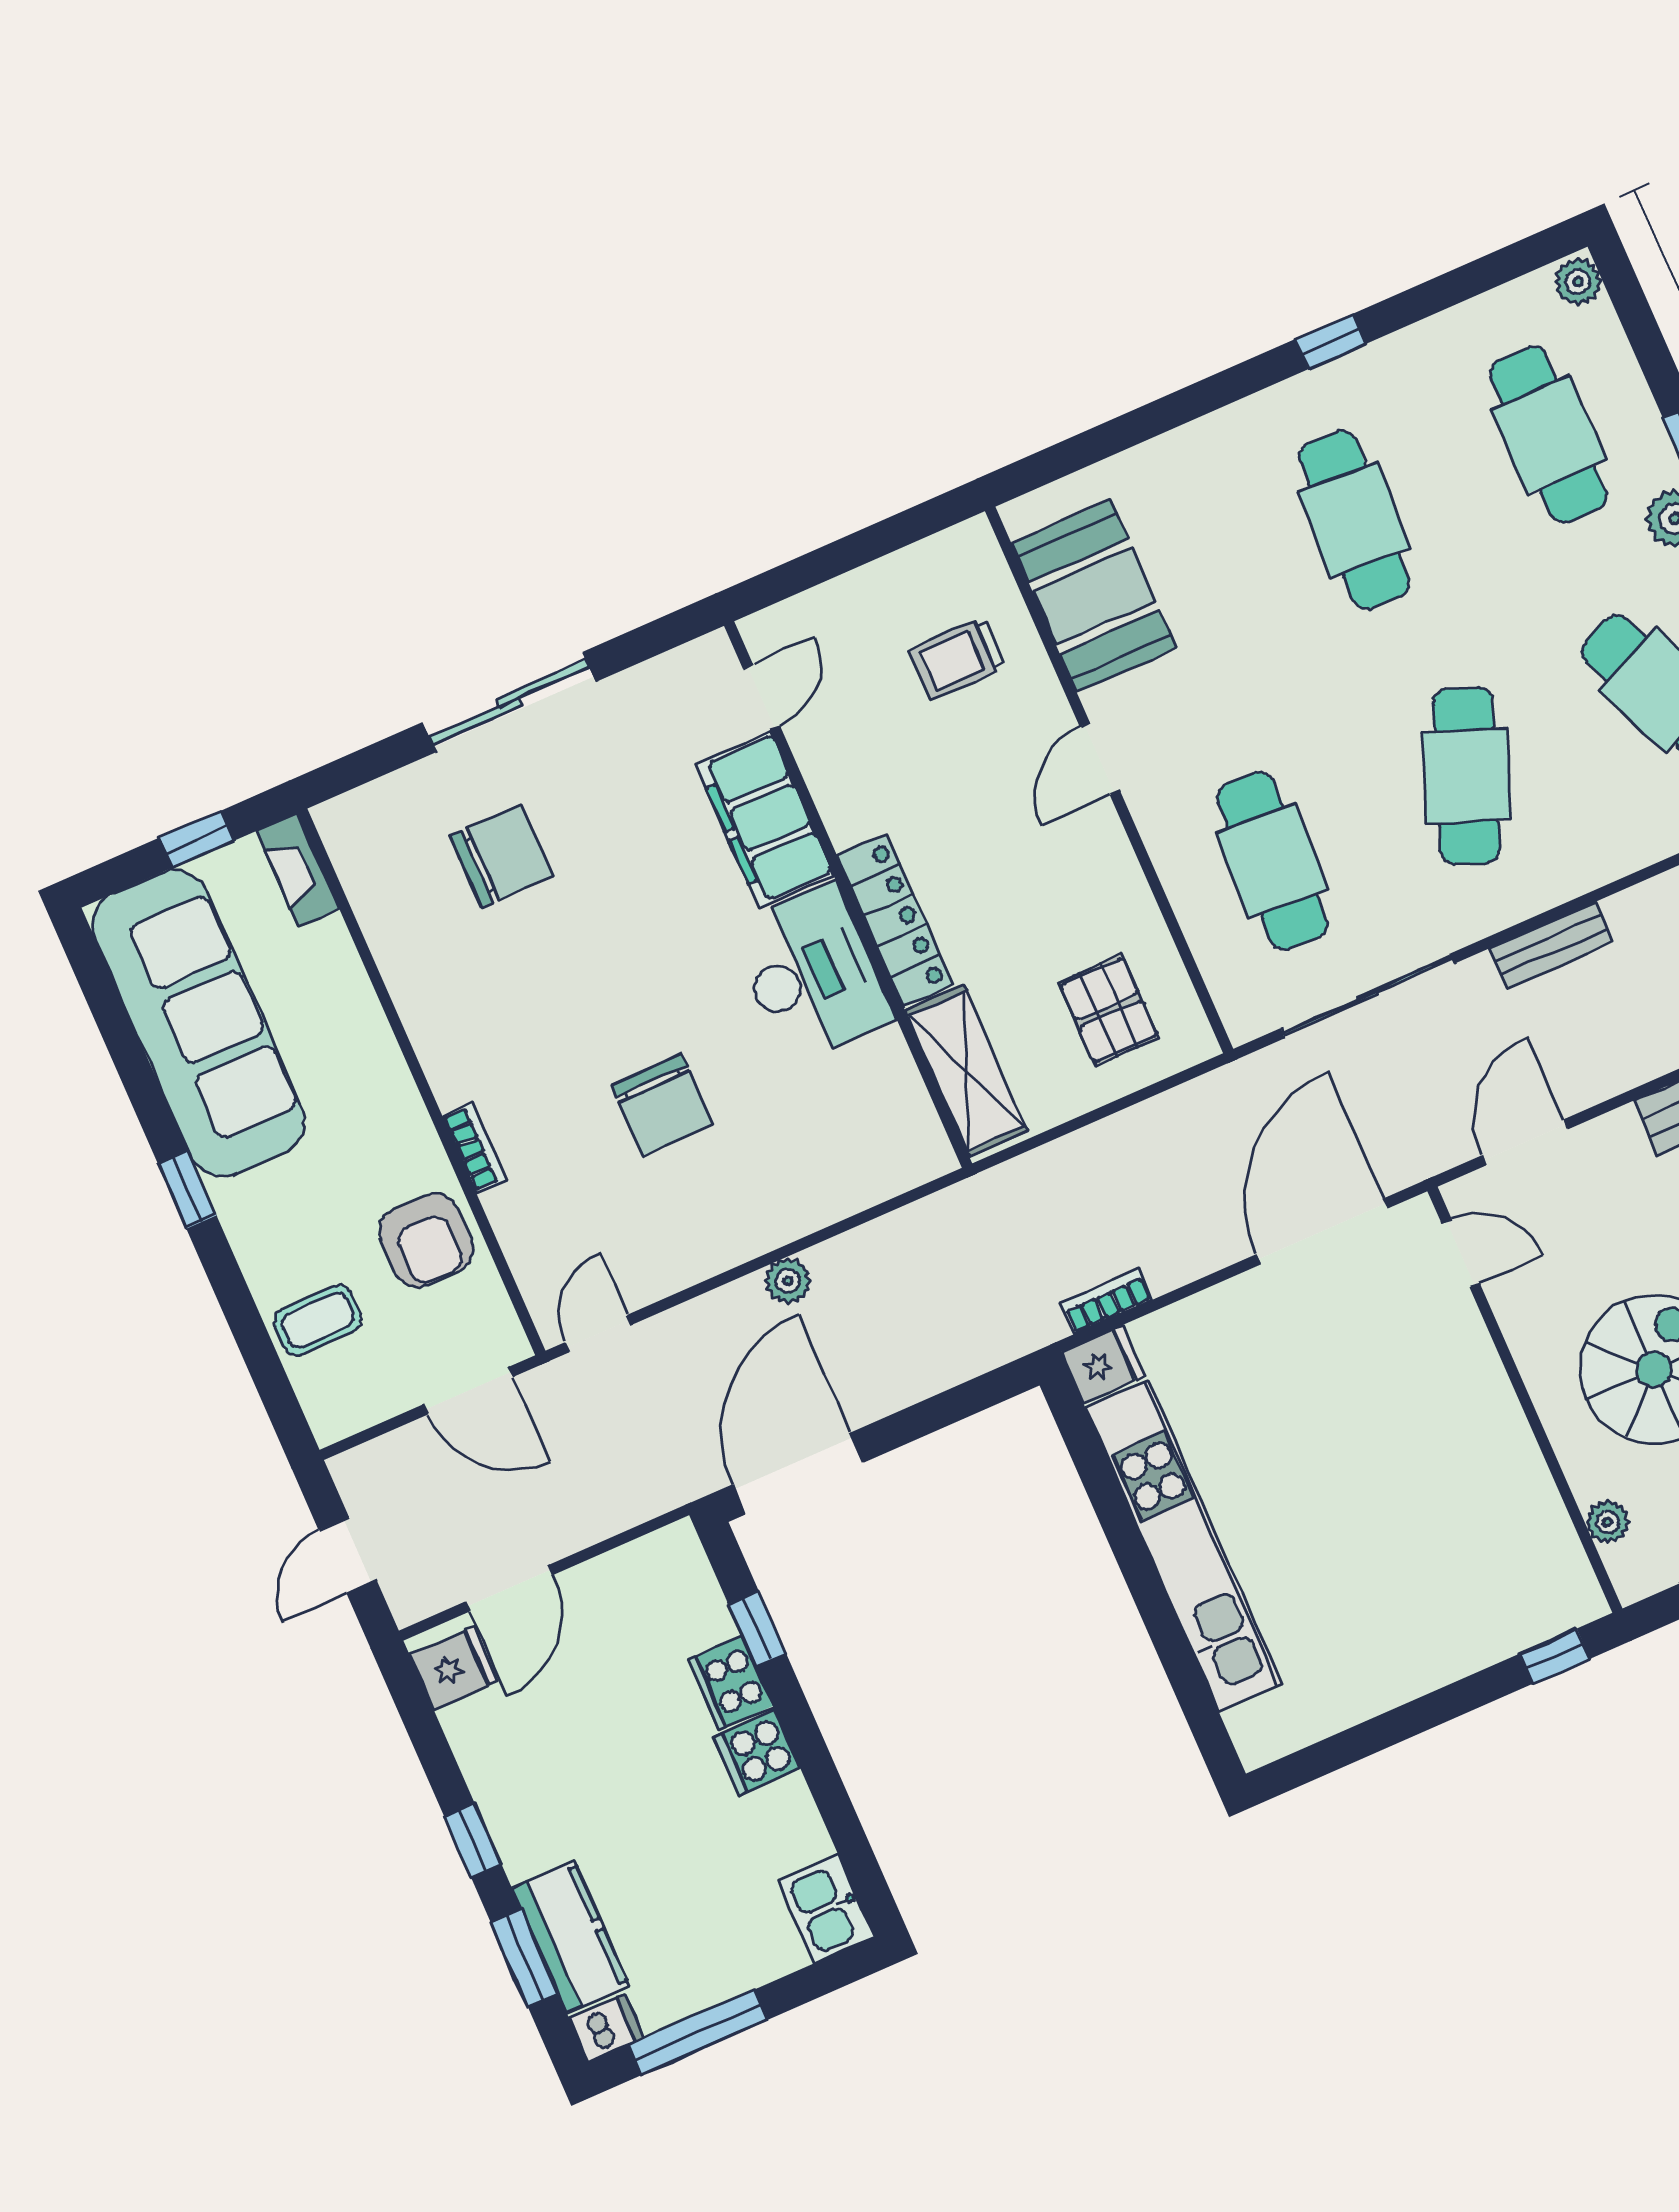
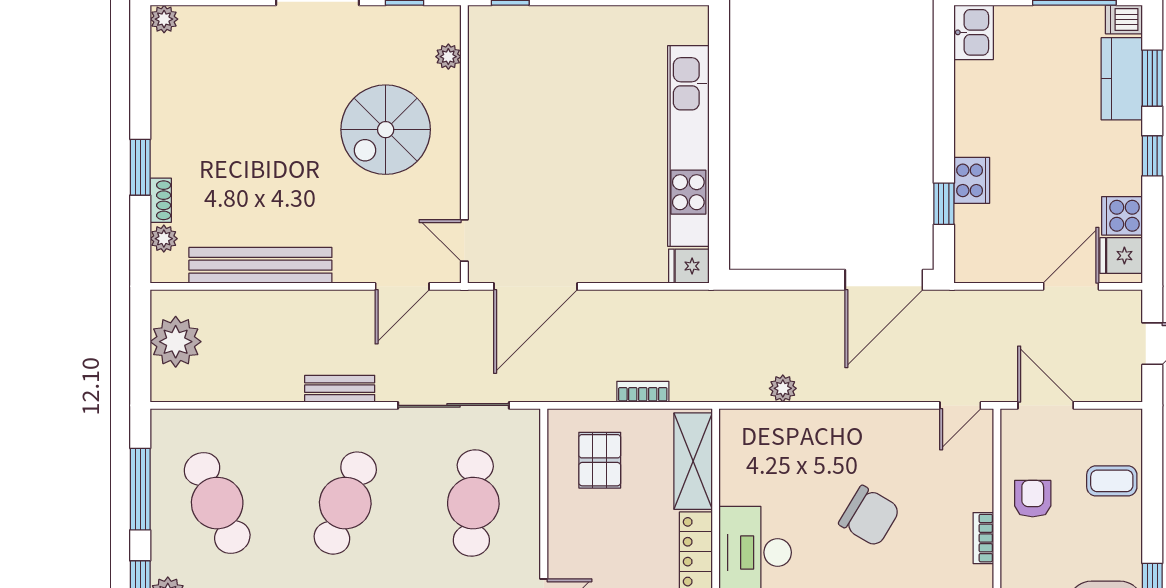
chair: (662, 1105) -> (869, 516), turned 121
armchair: (426, 1240) -> (1033, 499), width x0.72, depth x0.72
plant: (788, 1281) -> (783, 388), moved
bookcase: (1106, 1301) -> (643, 392), moved, turned 180
cooker: (757, 1753) -> (1122, 216), moved, turned 180

